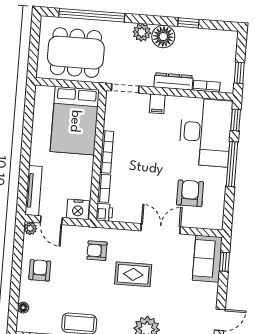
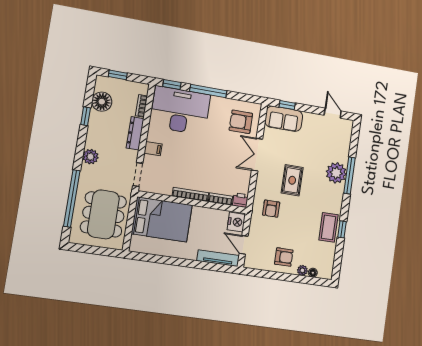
floor lamp: (163, 37) -> (102, 102), moved
window: (239, 73) -> (118, 75), moved
armchair: (190, 193) -> (241, 122), moved
door: (51, 220) -> (244, 245), swing flipped
plant: (30, 228) -> (302, 270), moved
armchair: (40, 270) -> (284, 257), turned 180

